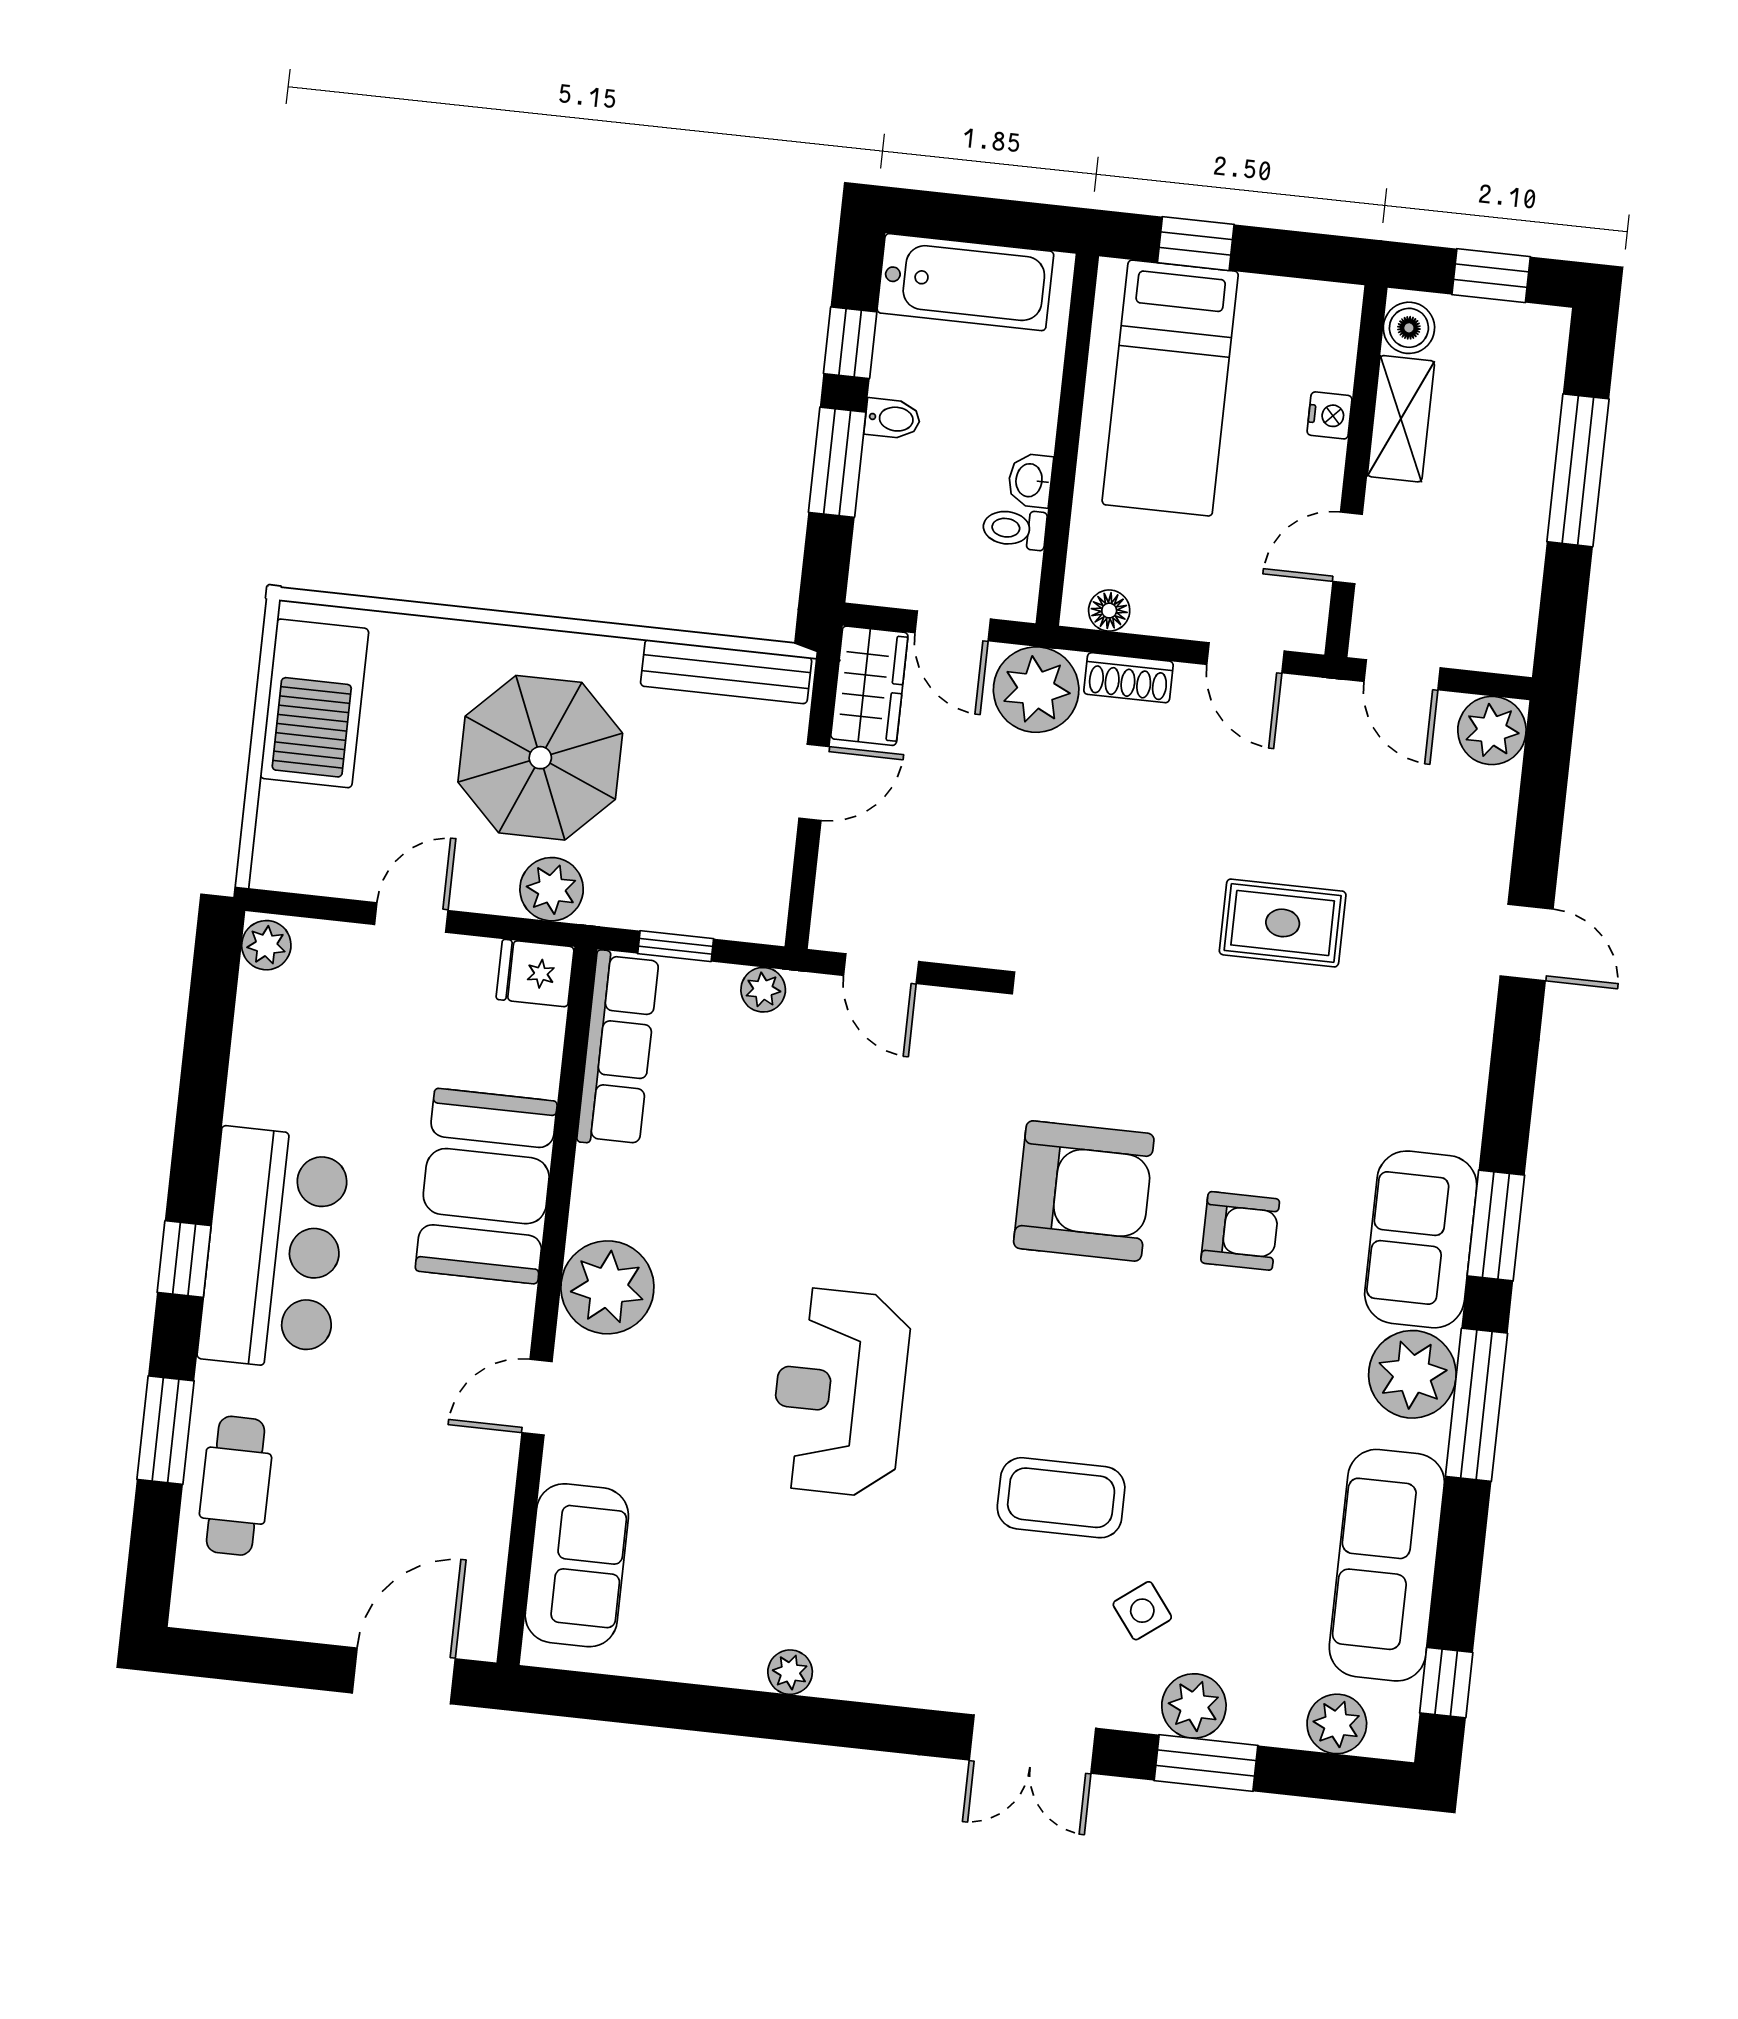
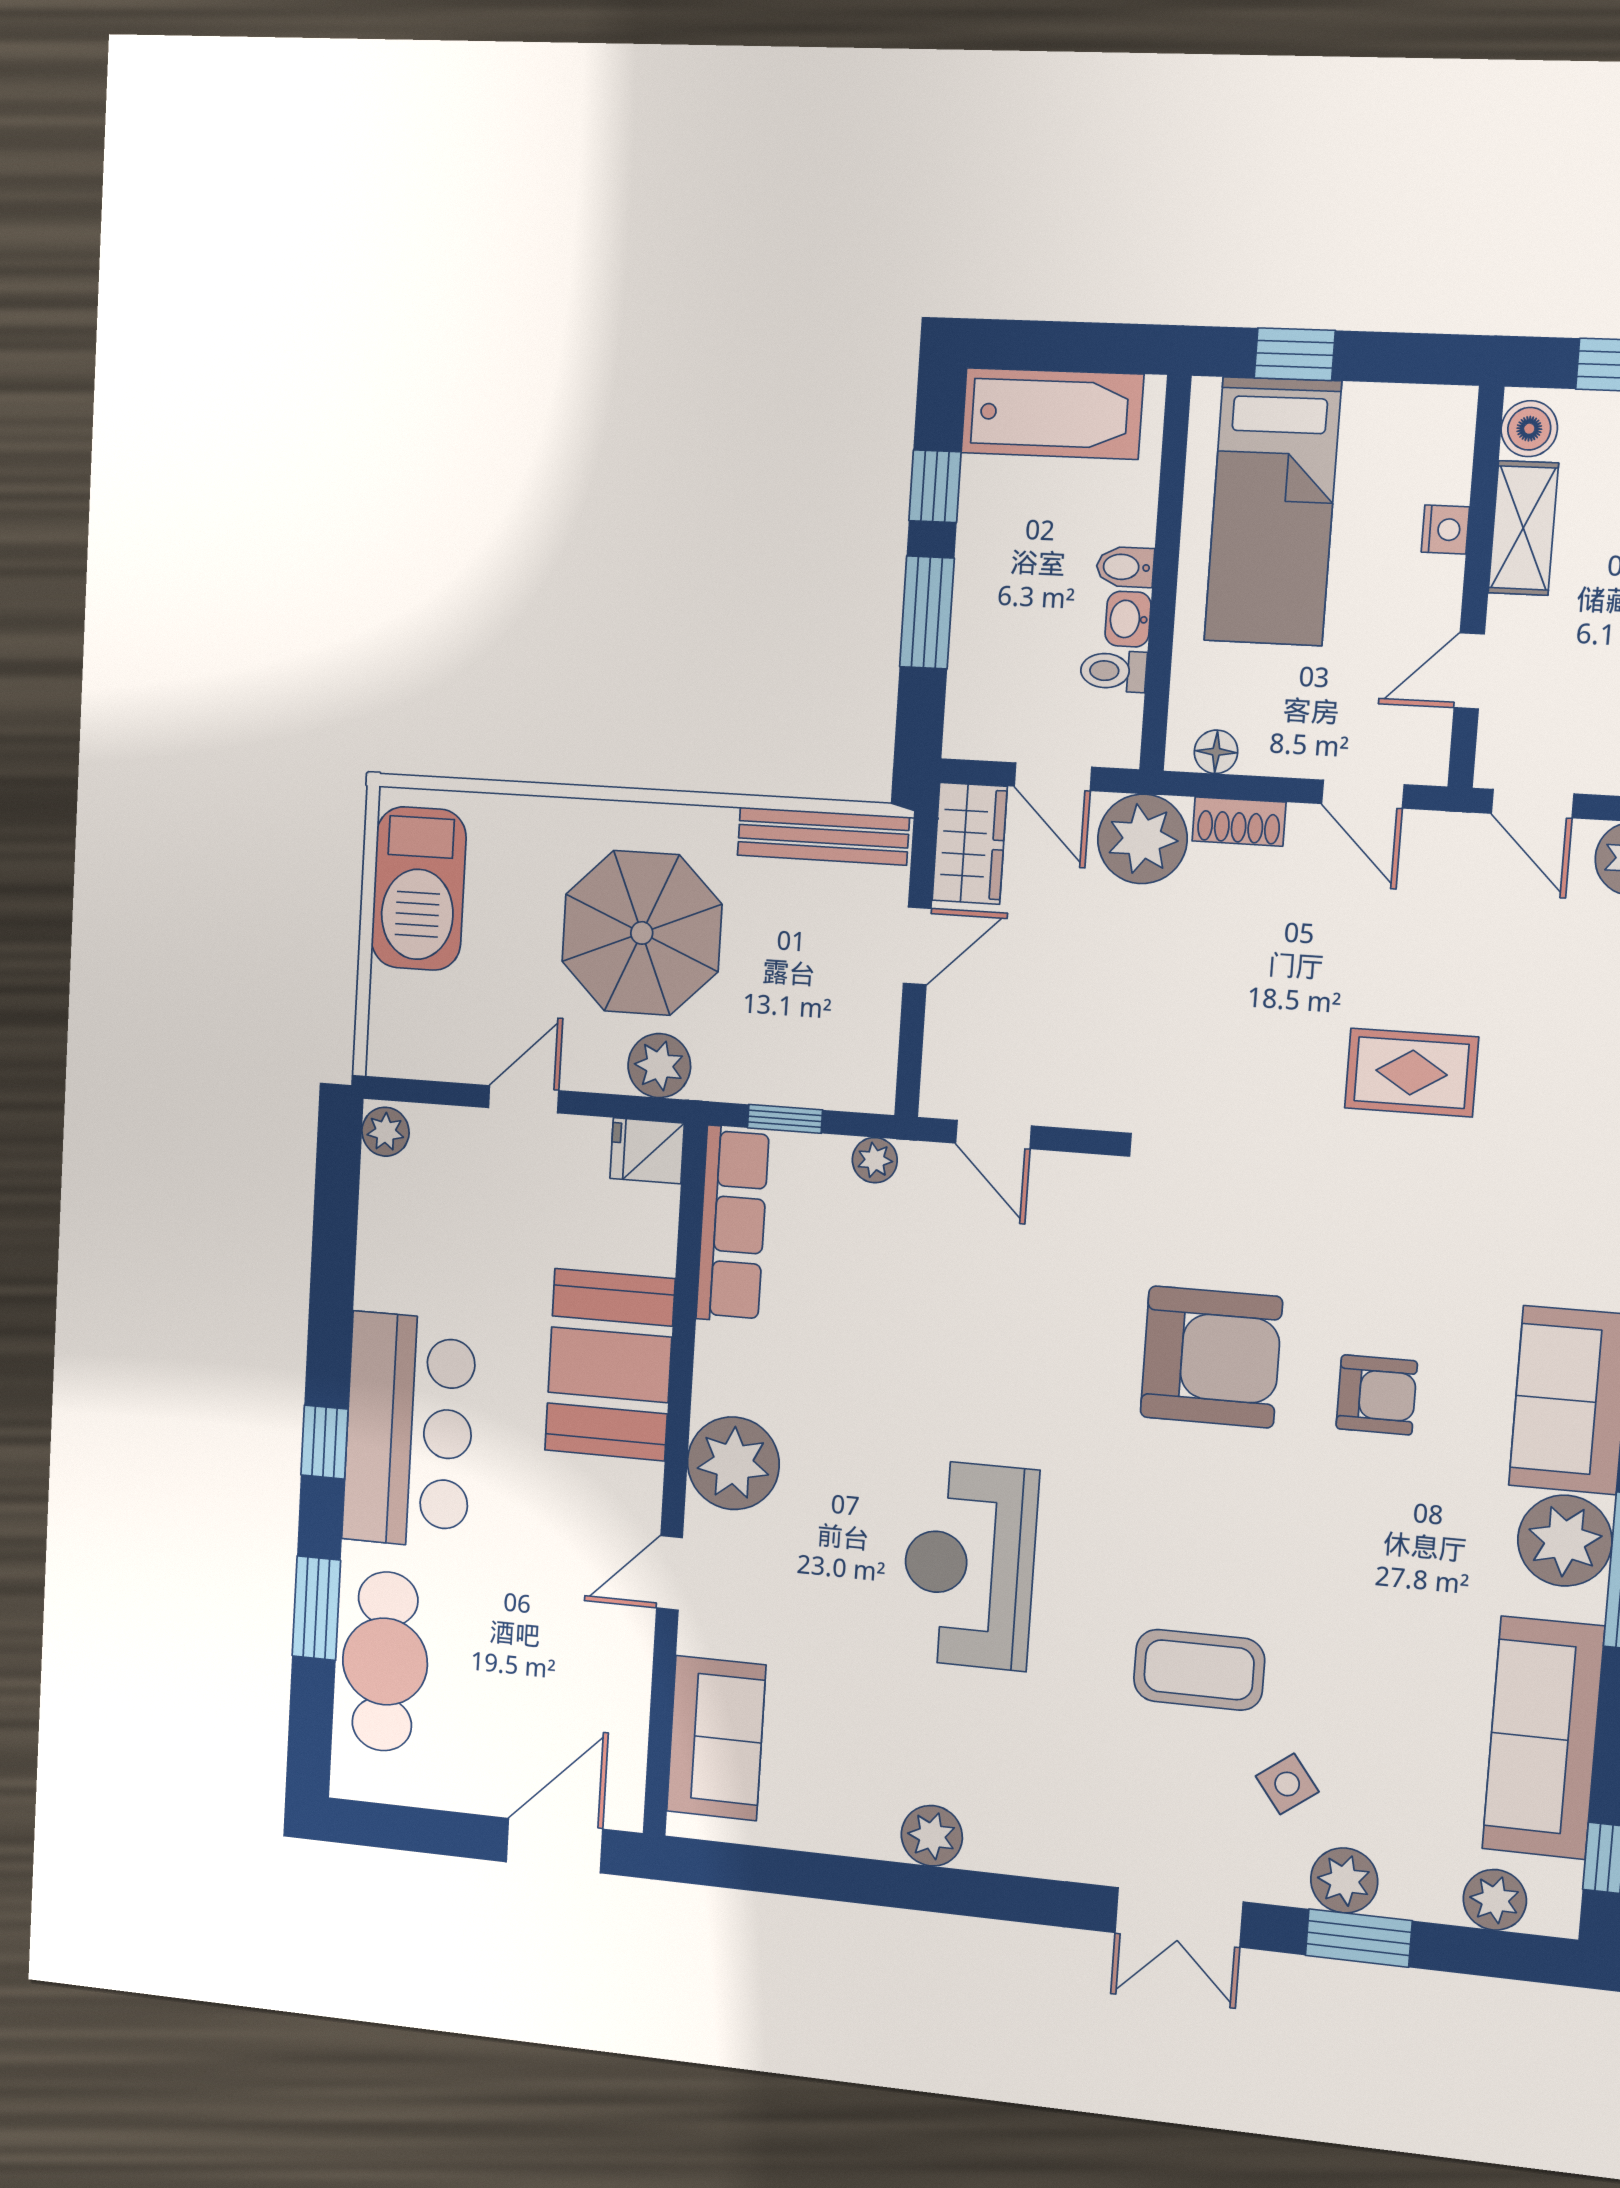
bidet: (892, 419) -> (1125, 567), moved, turned 180
cafe table: (235, 1486) -> (385, 1661), width x1.37, depth x1.35
plant: (790, 1672) -> (932, 1836), width x1.38, depth x1.38

